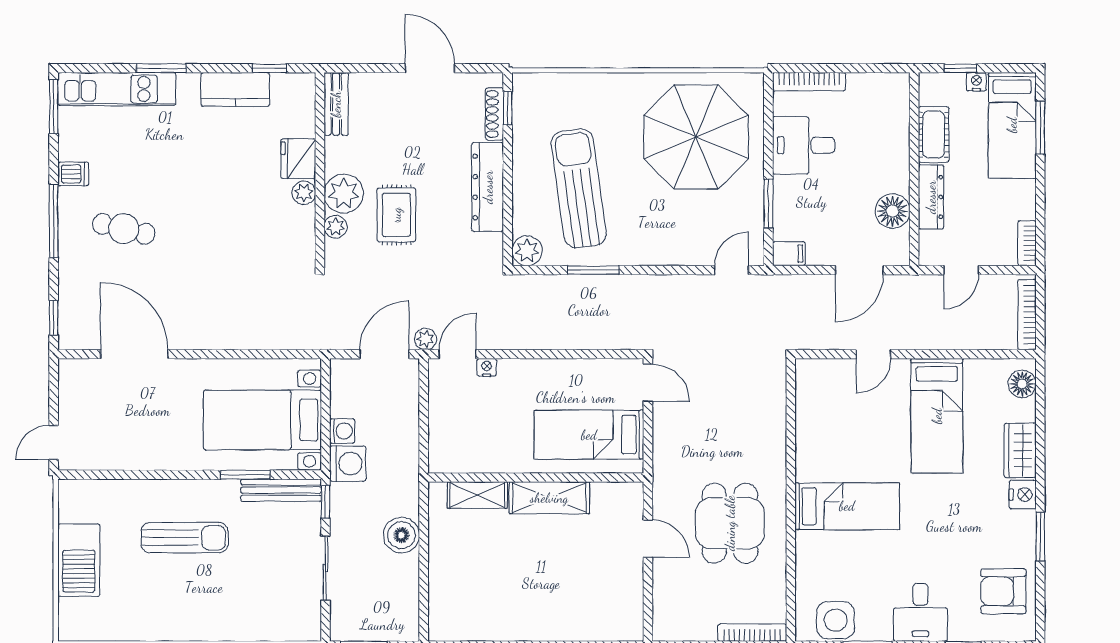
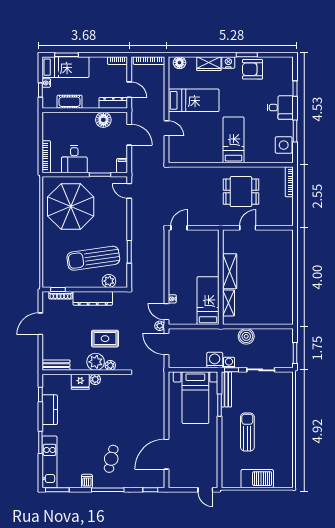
dresser: (931, 197) -> (113, 103), moved
plant: (527, 251) -> (109, 281), moved
washing machine: (342, 431) -> (229, 363), moved
bed: (589, 435) -> (208, 301), moved, turned 180
armchair: (1003, 591) -> (253, 69), moved, turned 90

